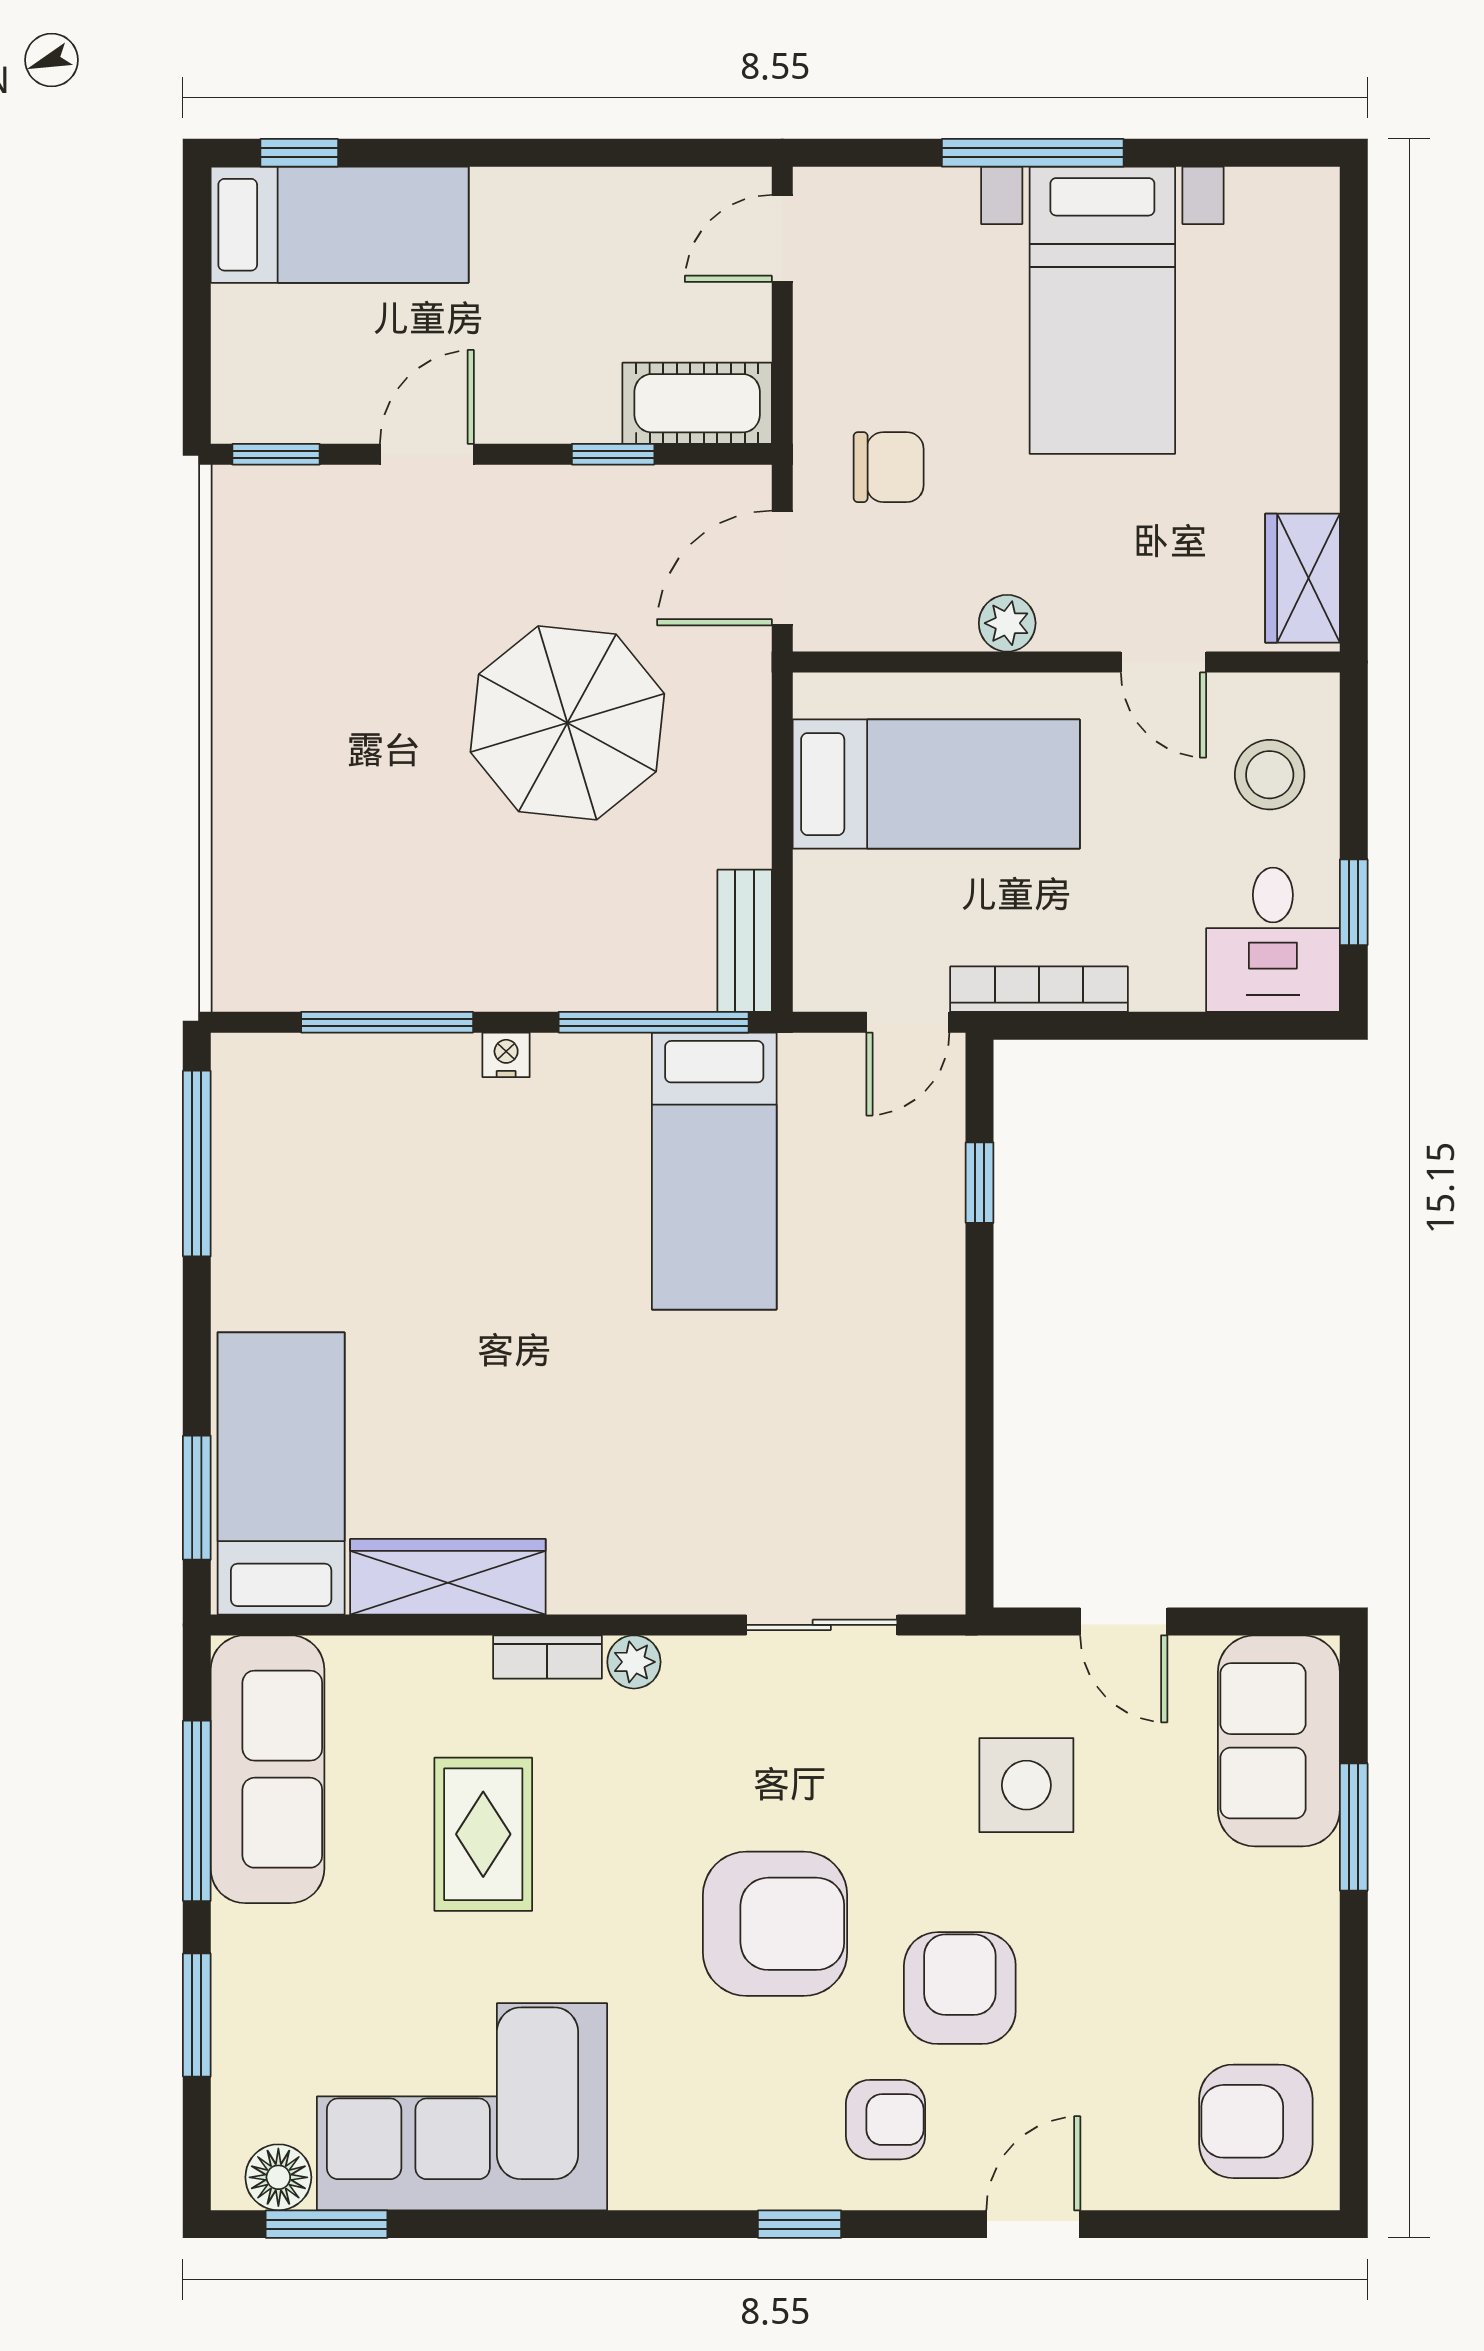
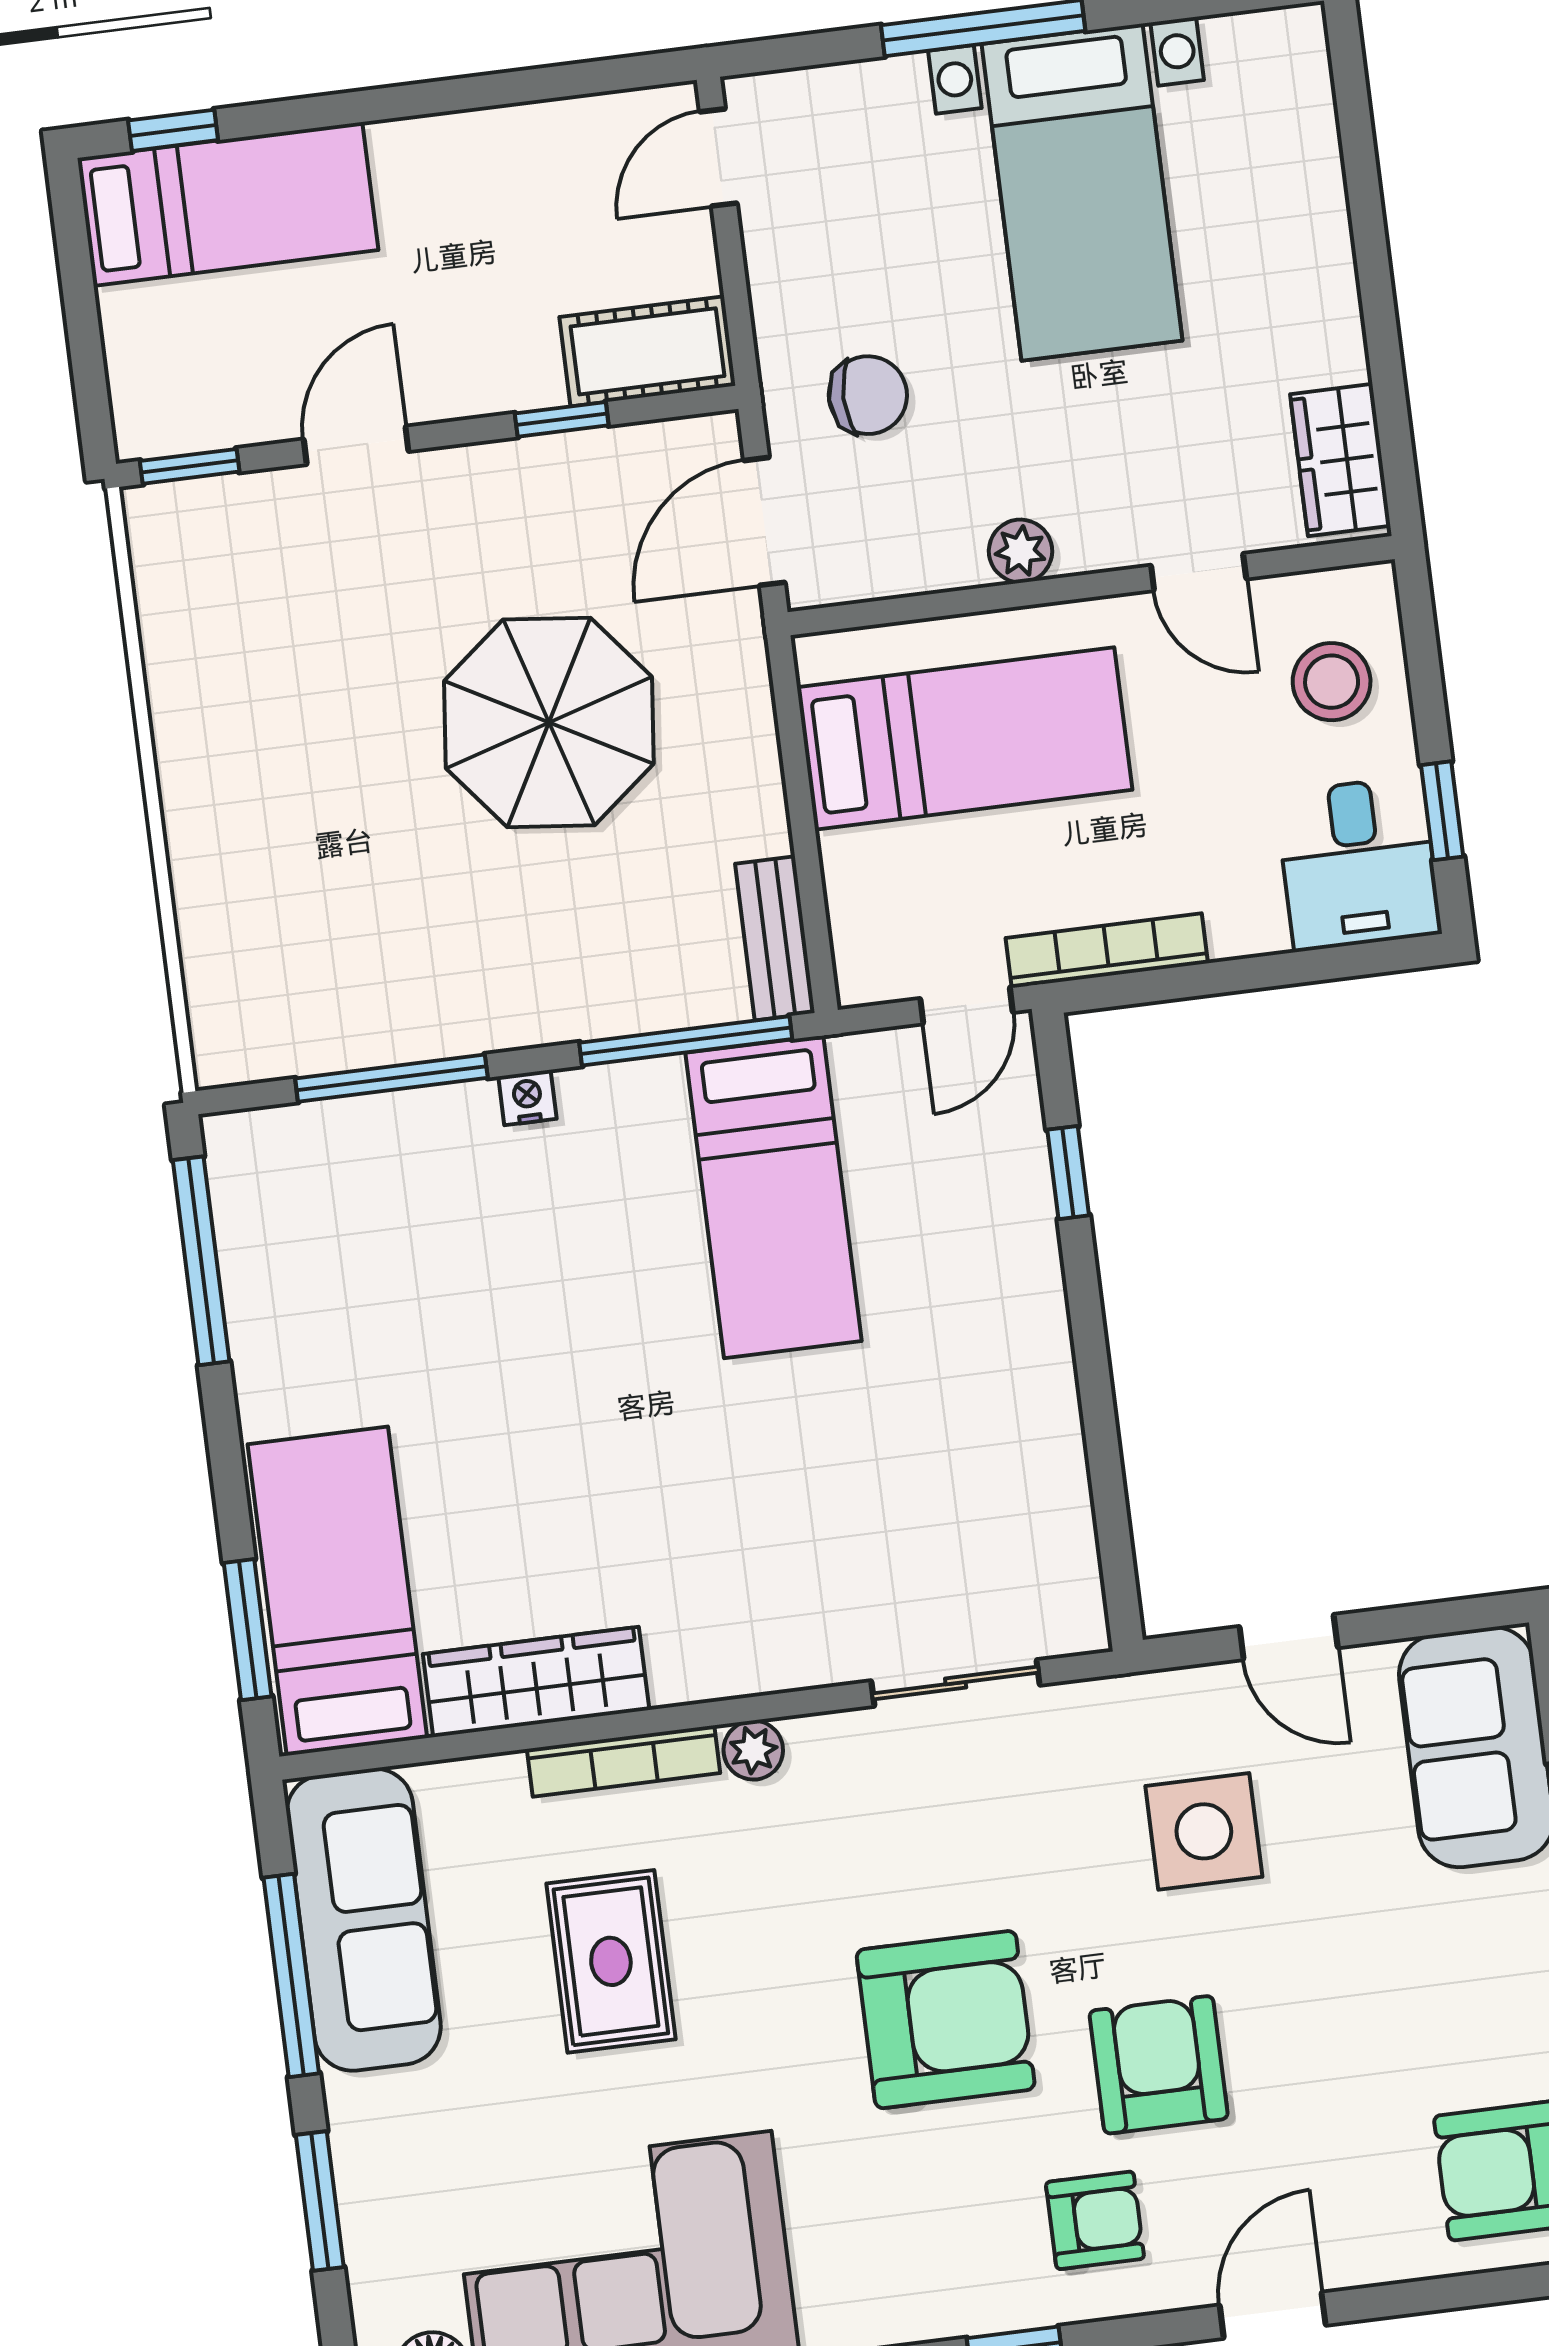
bookcase: (547, 1657) -> (623, 1761), width x1.56

